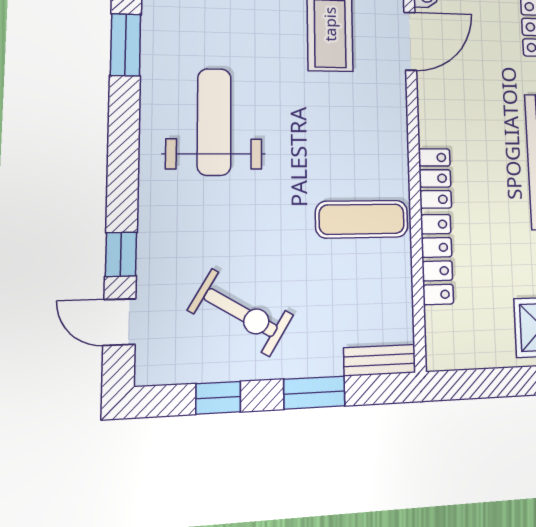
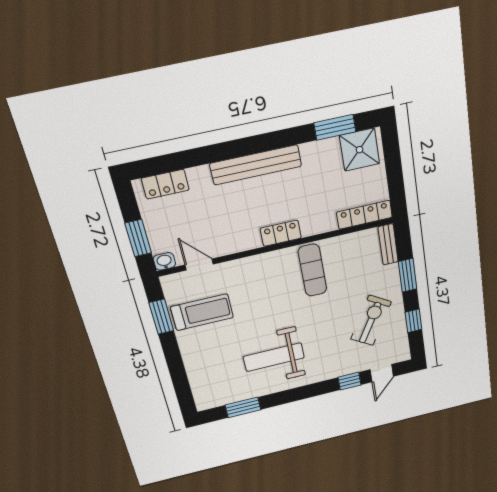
door: (410, 41) -> (199, 265), width x0.73
locker: (437, 259) -> (364, 215), moved

